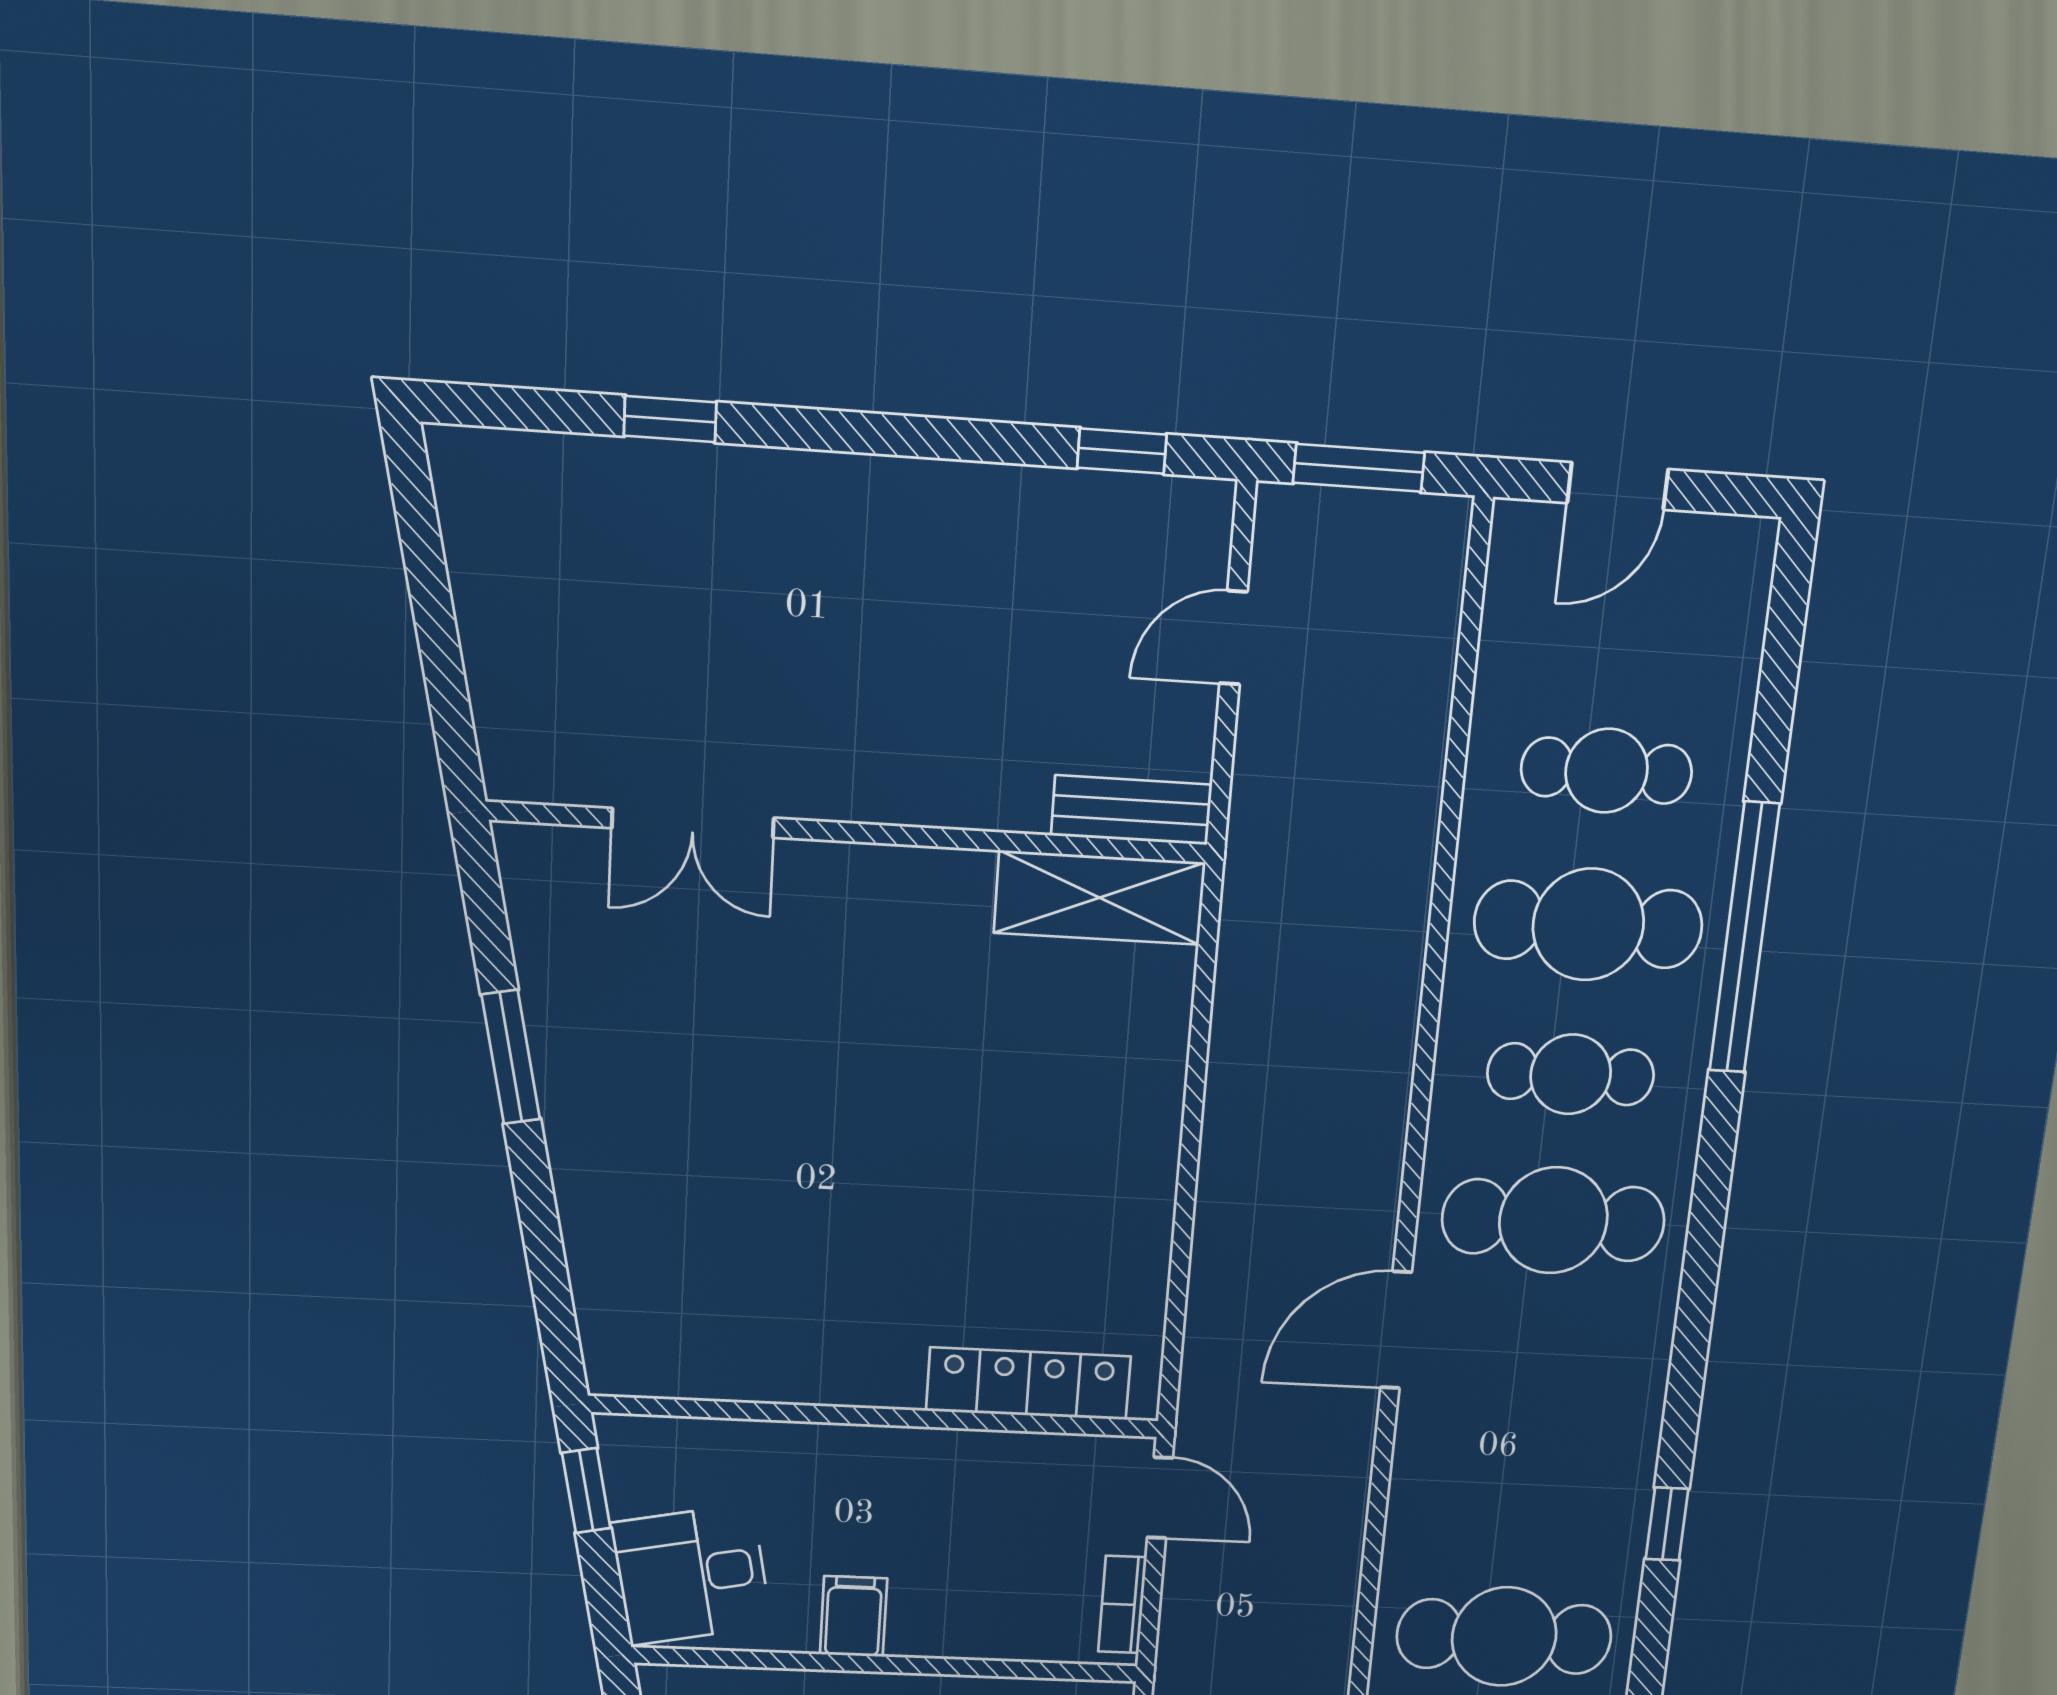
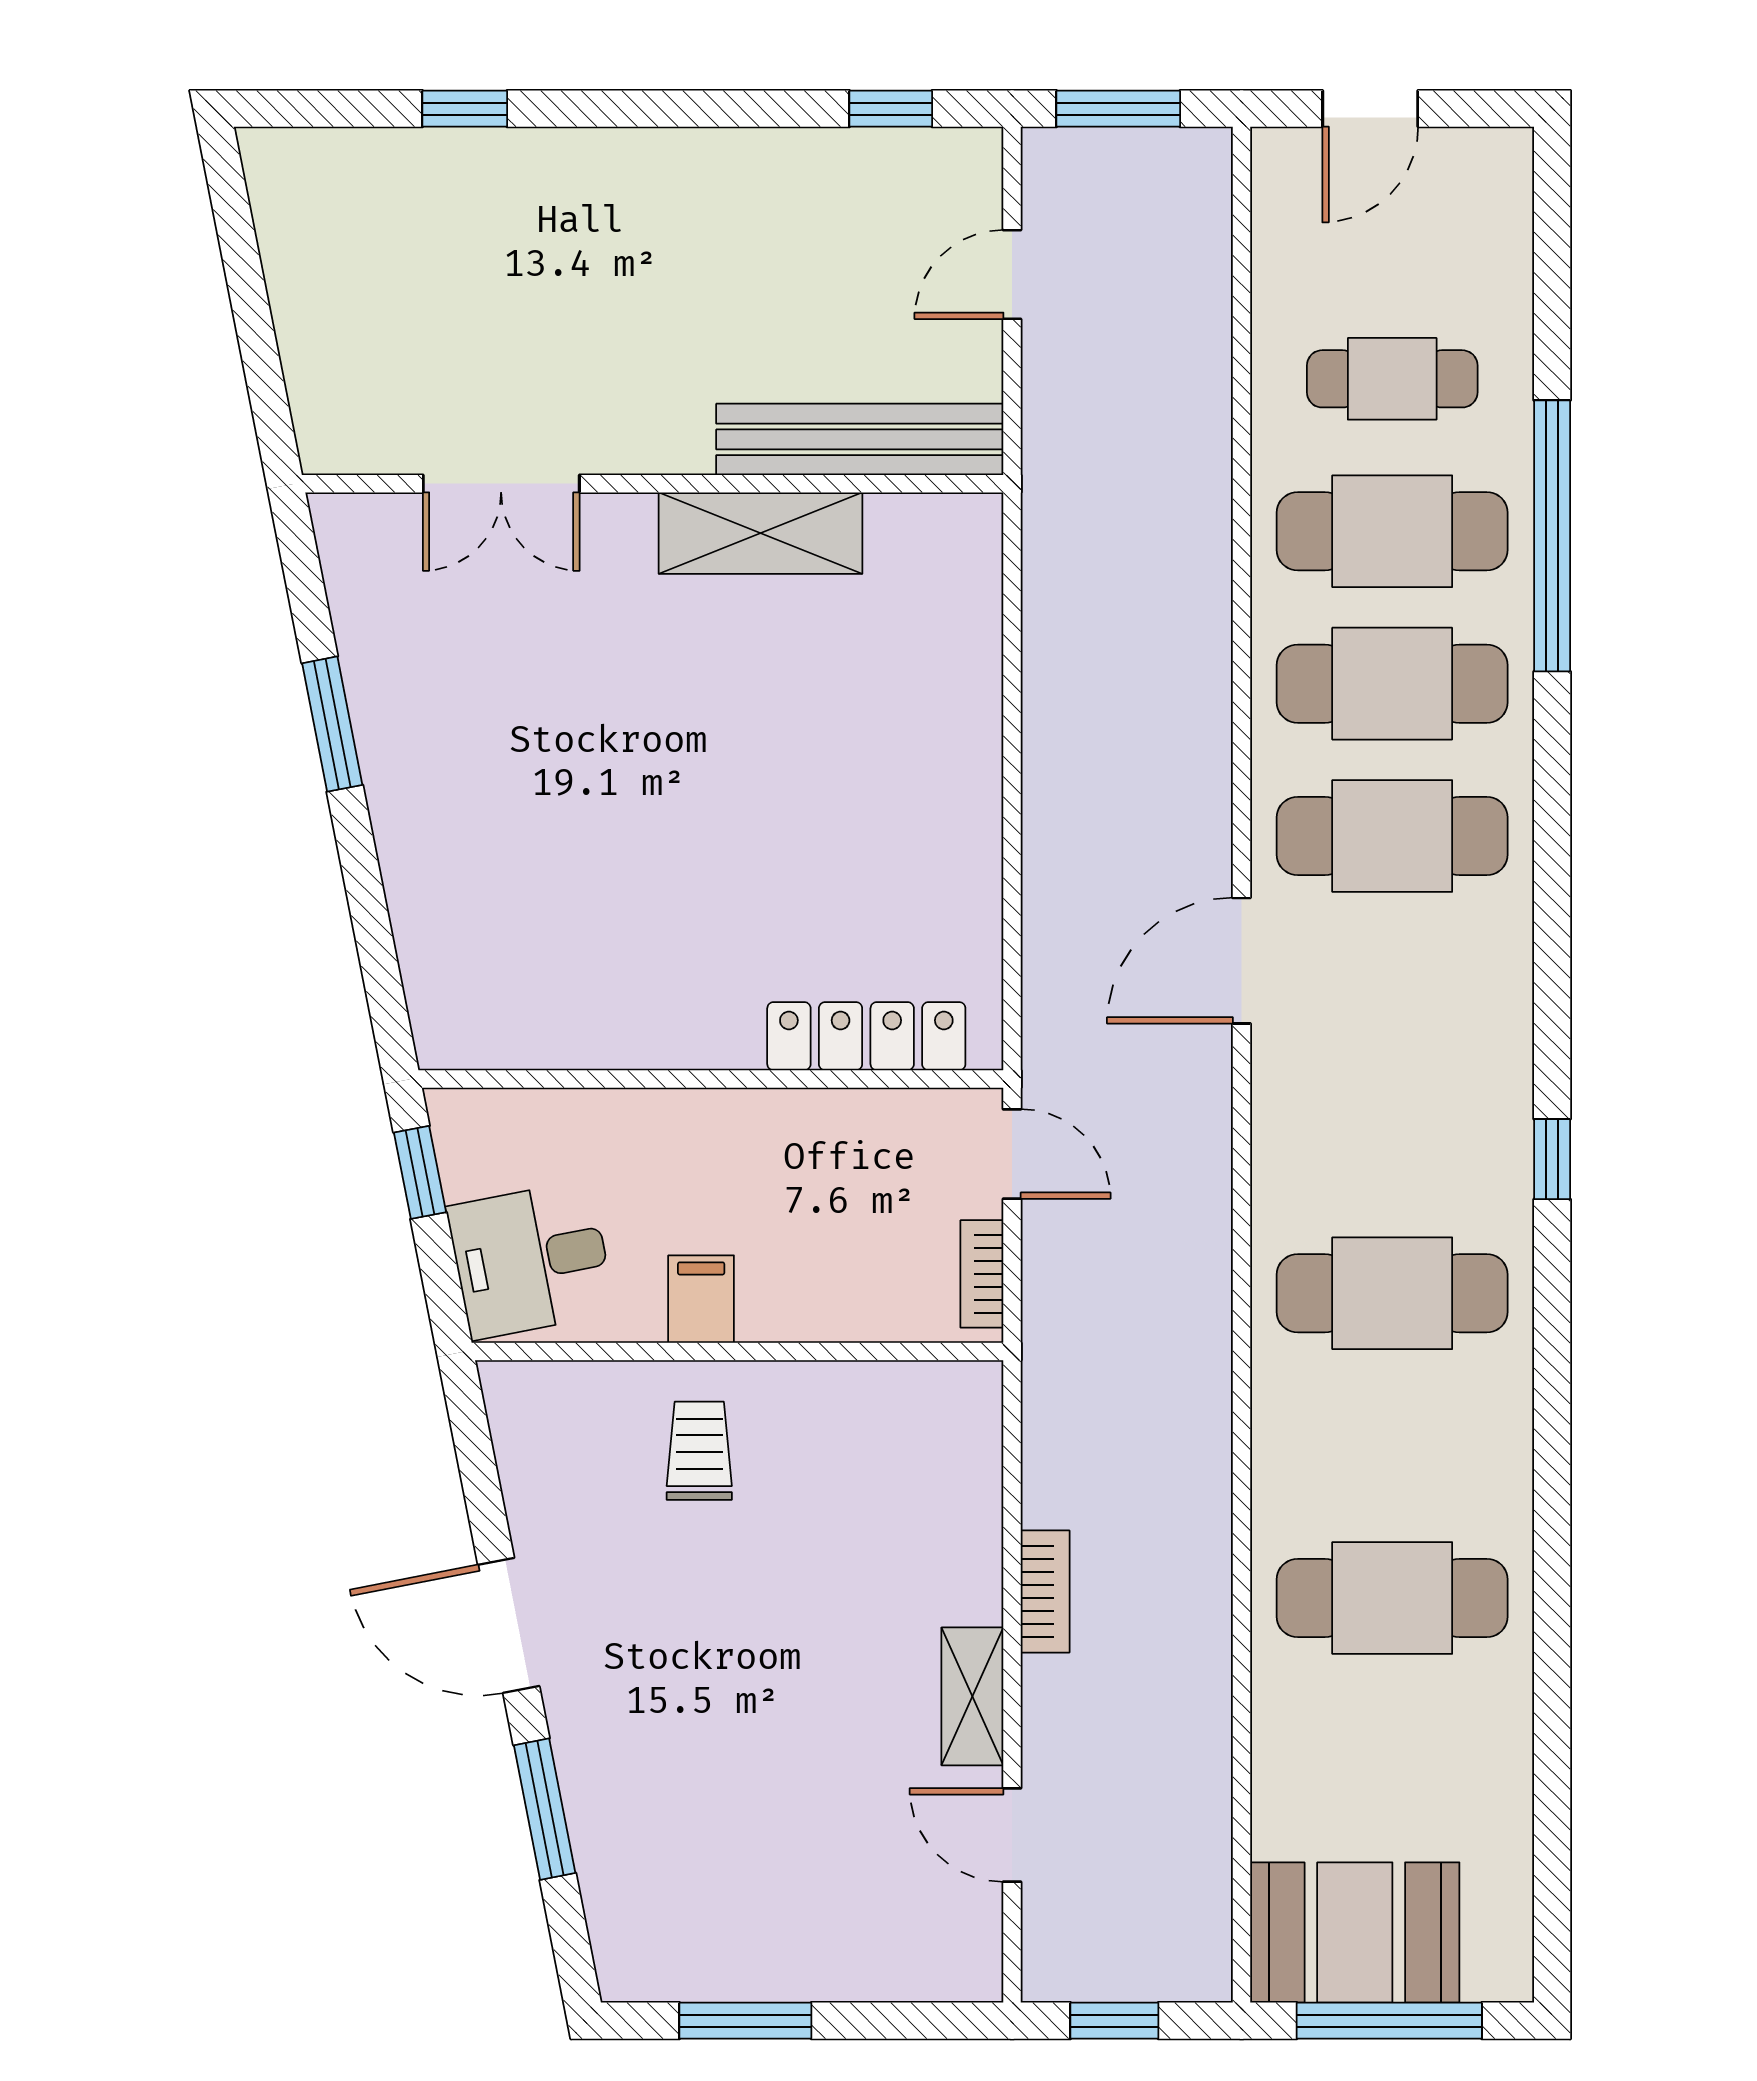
bench: (1131, 810) -> (860, 439), width x1.86, depth x1.21
shelving: (1099, 898) -> (761, 533), moved
cafe table: (1571, 1074) -> (1392, 684), width x1.37, depth x1.35

